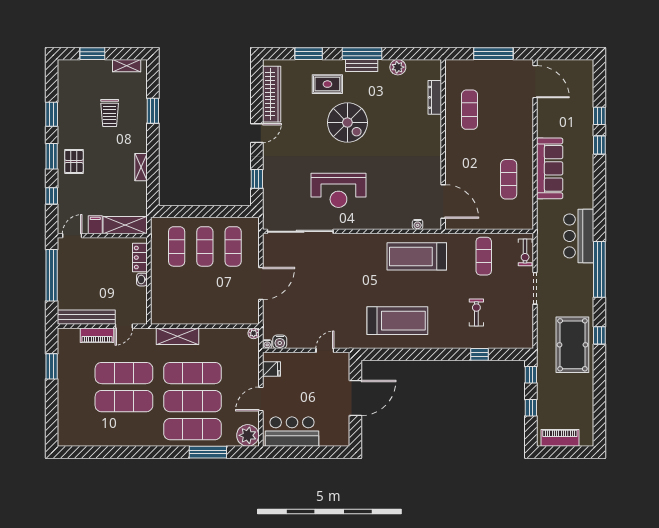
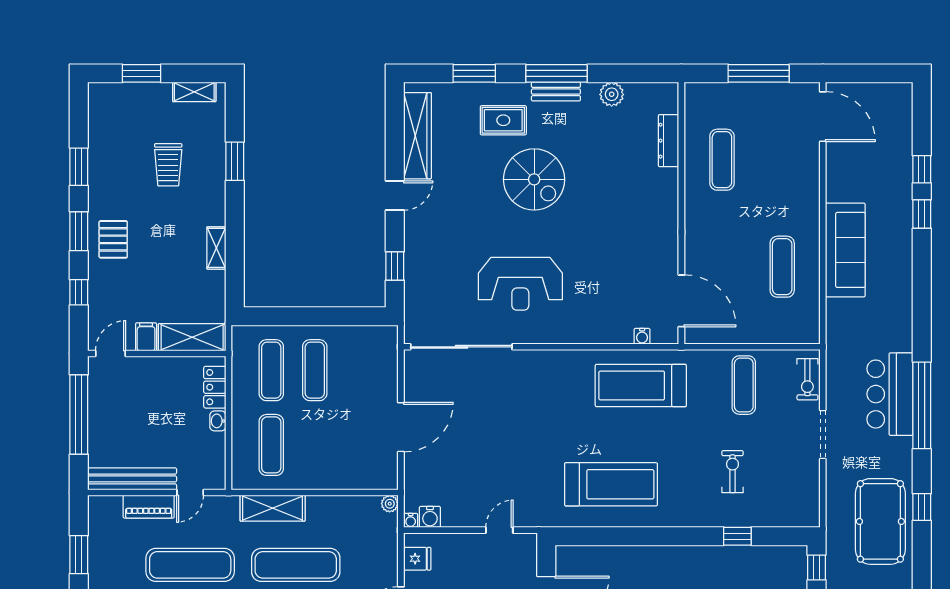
bar counter: (579, 236) -> (890, 394), moved
exercise mat: (233, 246) -> (271, 445), moved

